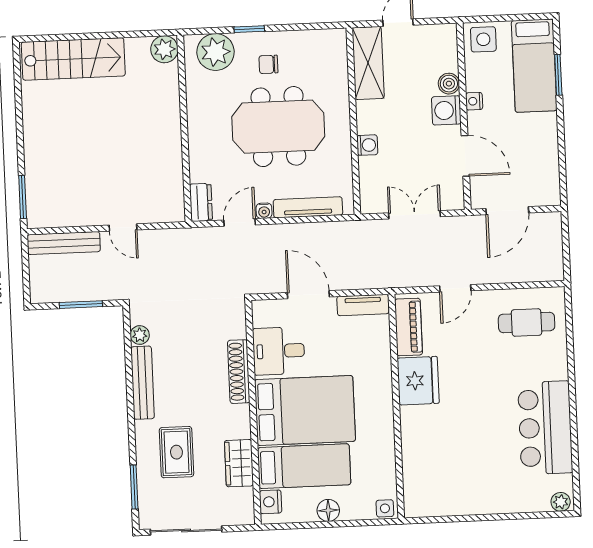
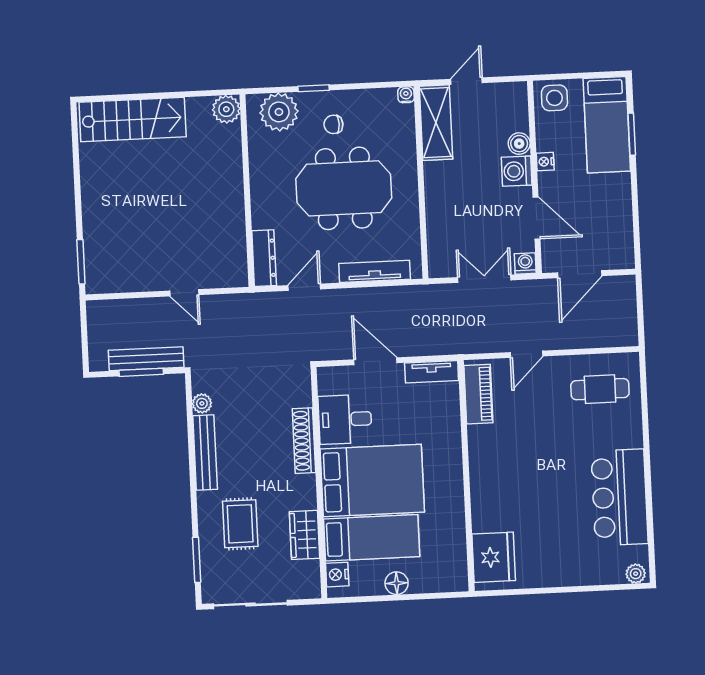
washing machine: (367, 145) -> (525, 263), moved, turned -90
dresser: (201, 202) -> (264, 258), width x1.44
water cooler: (264, 211) -> (406, 95), moved, turned 180
bench: (64, 243) -> (146, 359), moved
fridge: (418, 381) -> (494, 557), moved
side table: (385, 508) -> (455, 581), removed

